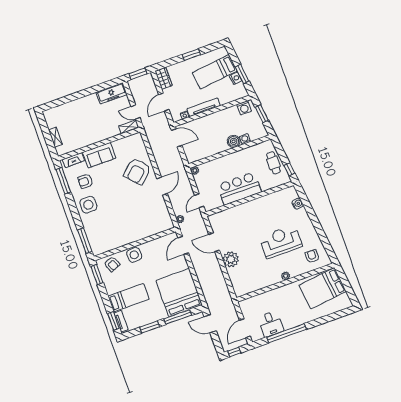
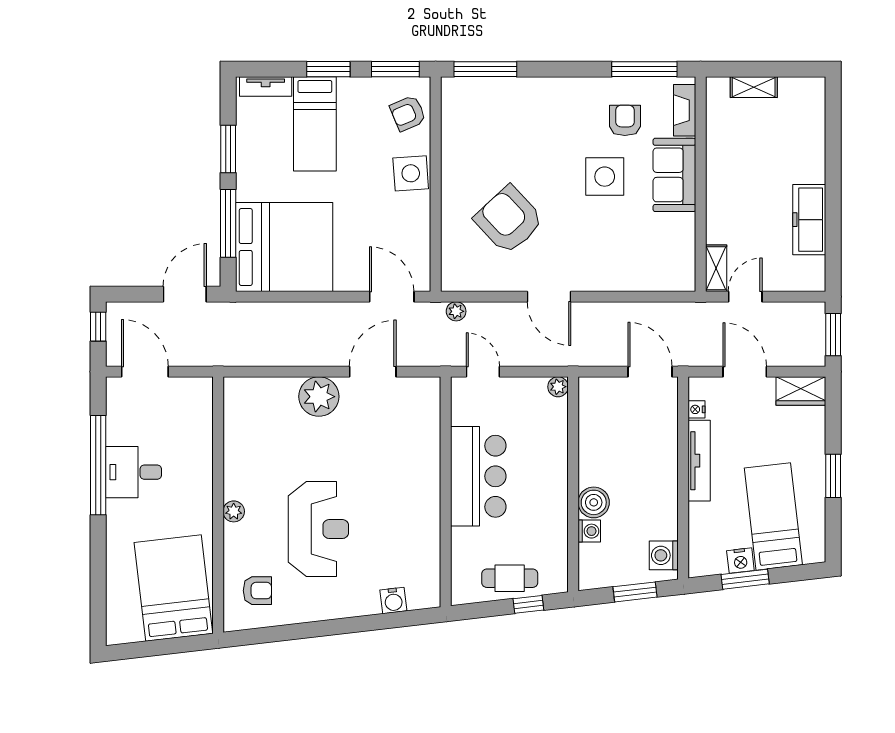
freezer: (111, 93) -> (809, 220), moved
door: (177, 138) -> (650, 372), swing flipped
window: (289, 169) -> (528, 604), moved
armchair: (137, 171) -> (509, 220), moved
side table: (88, 205) -> (605, 177), moved
window: (113, 321) -> (328, 69), moved
desk: (271, 324) -> (133, 472), moved

